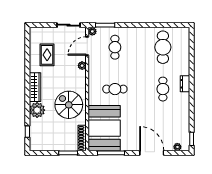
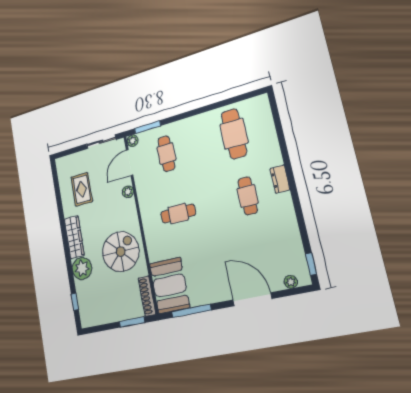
spiral stairs: (69, 105) -> (121, 252), turned 90
booth: (104, 128) -> (170, 285), width x0.73, depth x0.70

